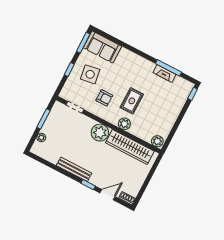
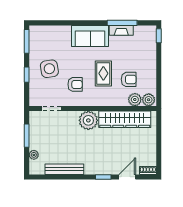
sofa: (102, 47) -> (90, 36), moved
armchair: (150, 116) -> (129, 79), added
plant: (124, 124) -> (135, 100), moved
bench: (74, 169) -> (64, 169), moved

